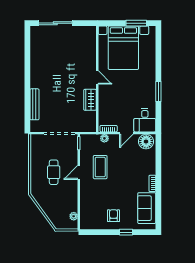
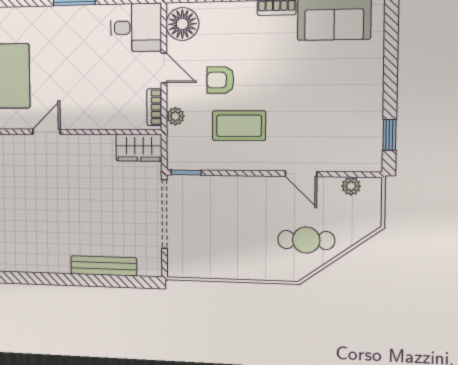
wardrobe: (90, 100) -> (139, 148), moved
cafe table: (54, 172) -> (306, 240), moved
door: (79, 172) -> (301, 174), moved
armchair: (113, 216) -> (220, 80), moved
window: (126, 232) -> (389, 135), moved

